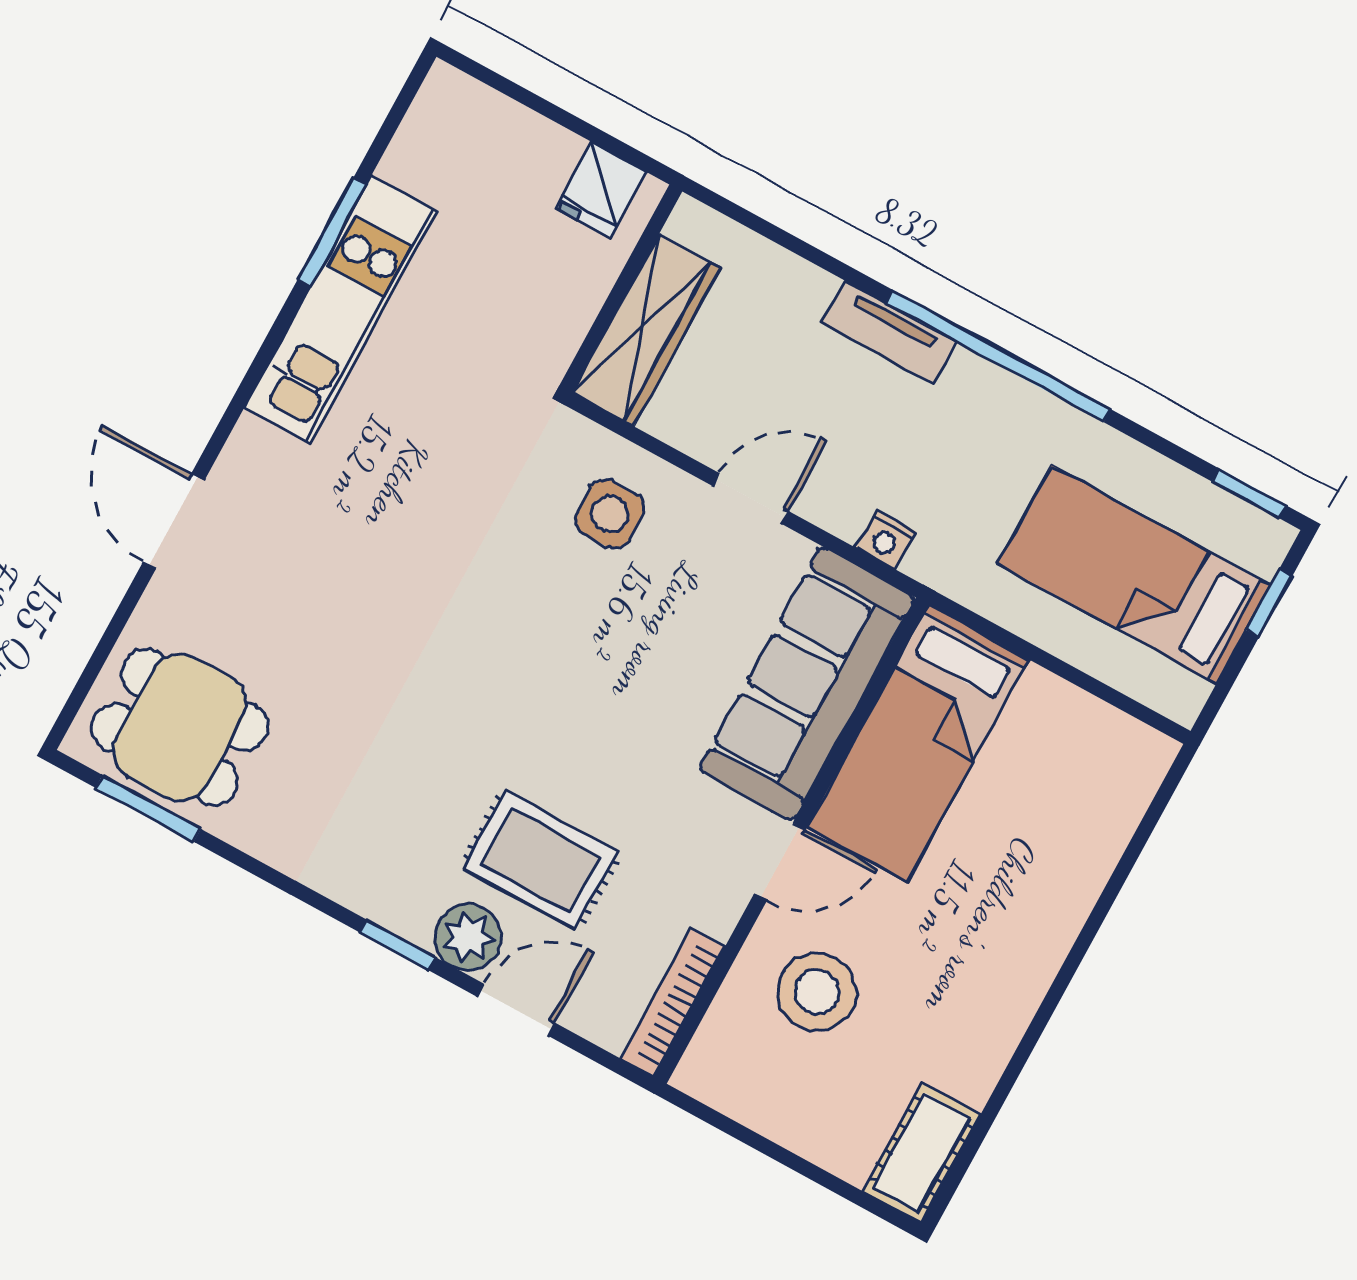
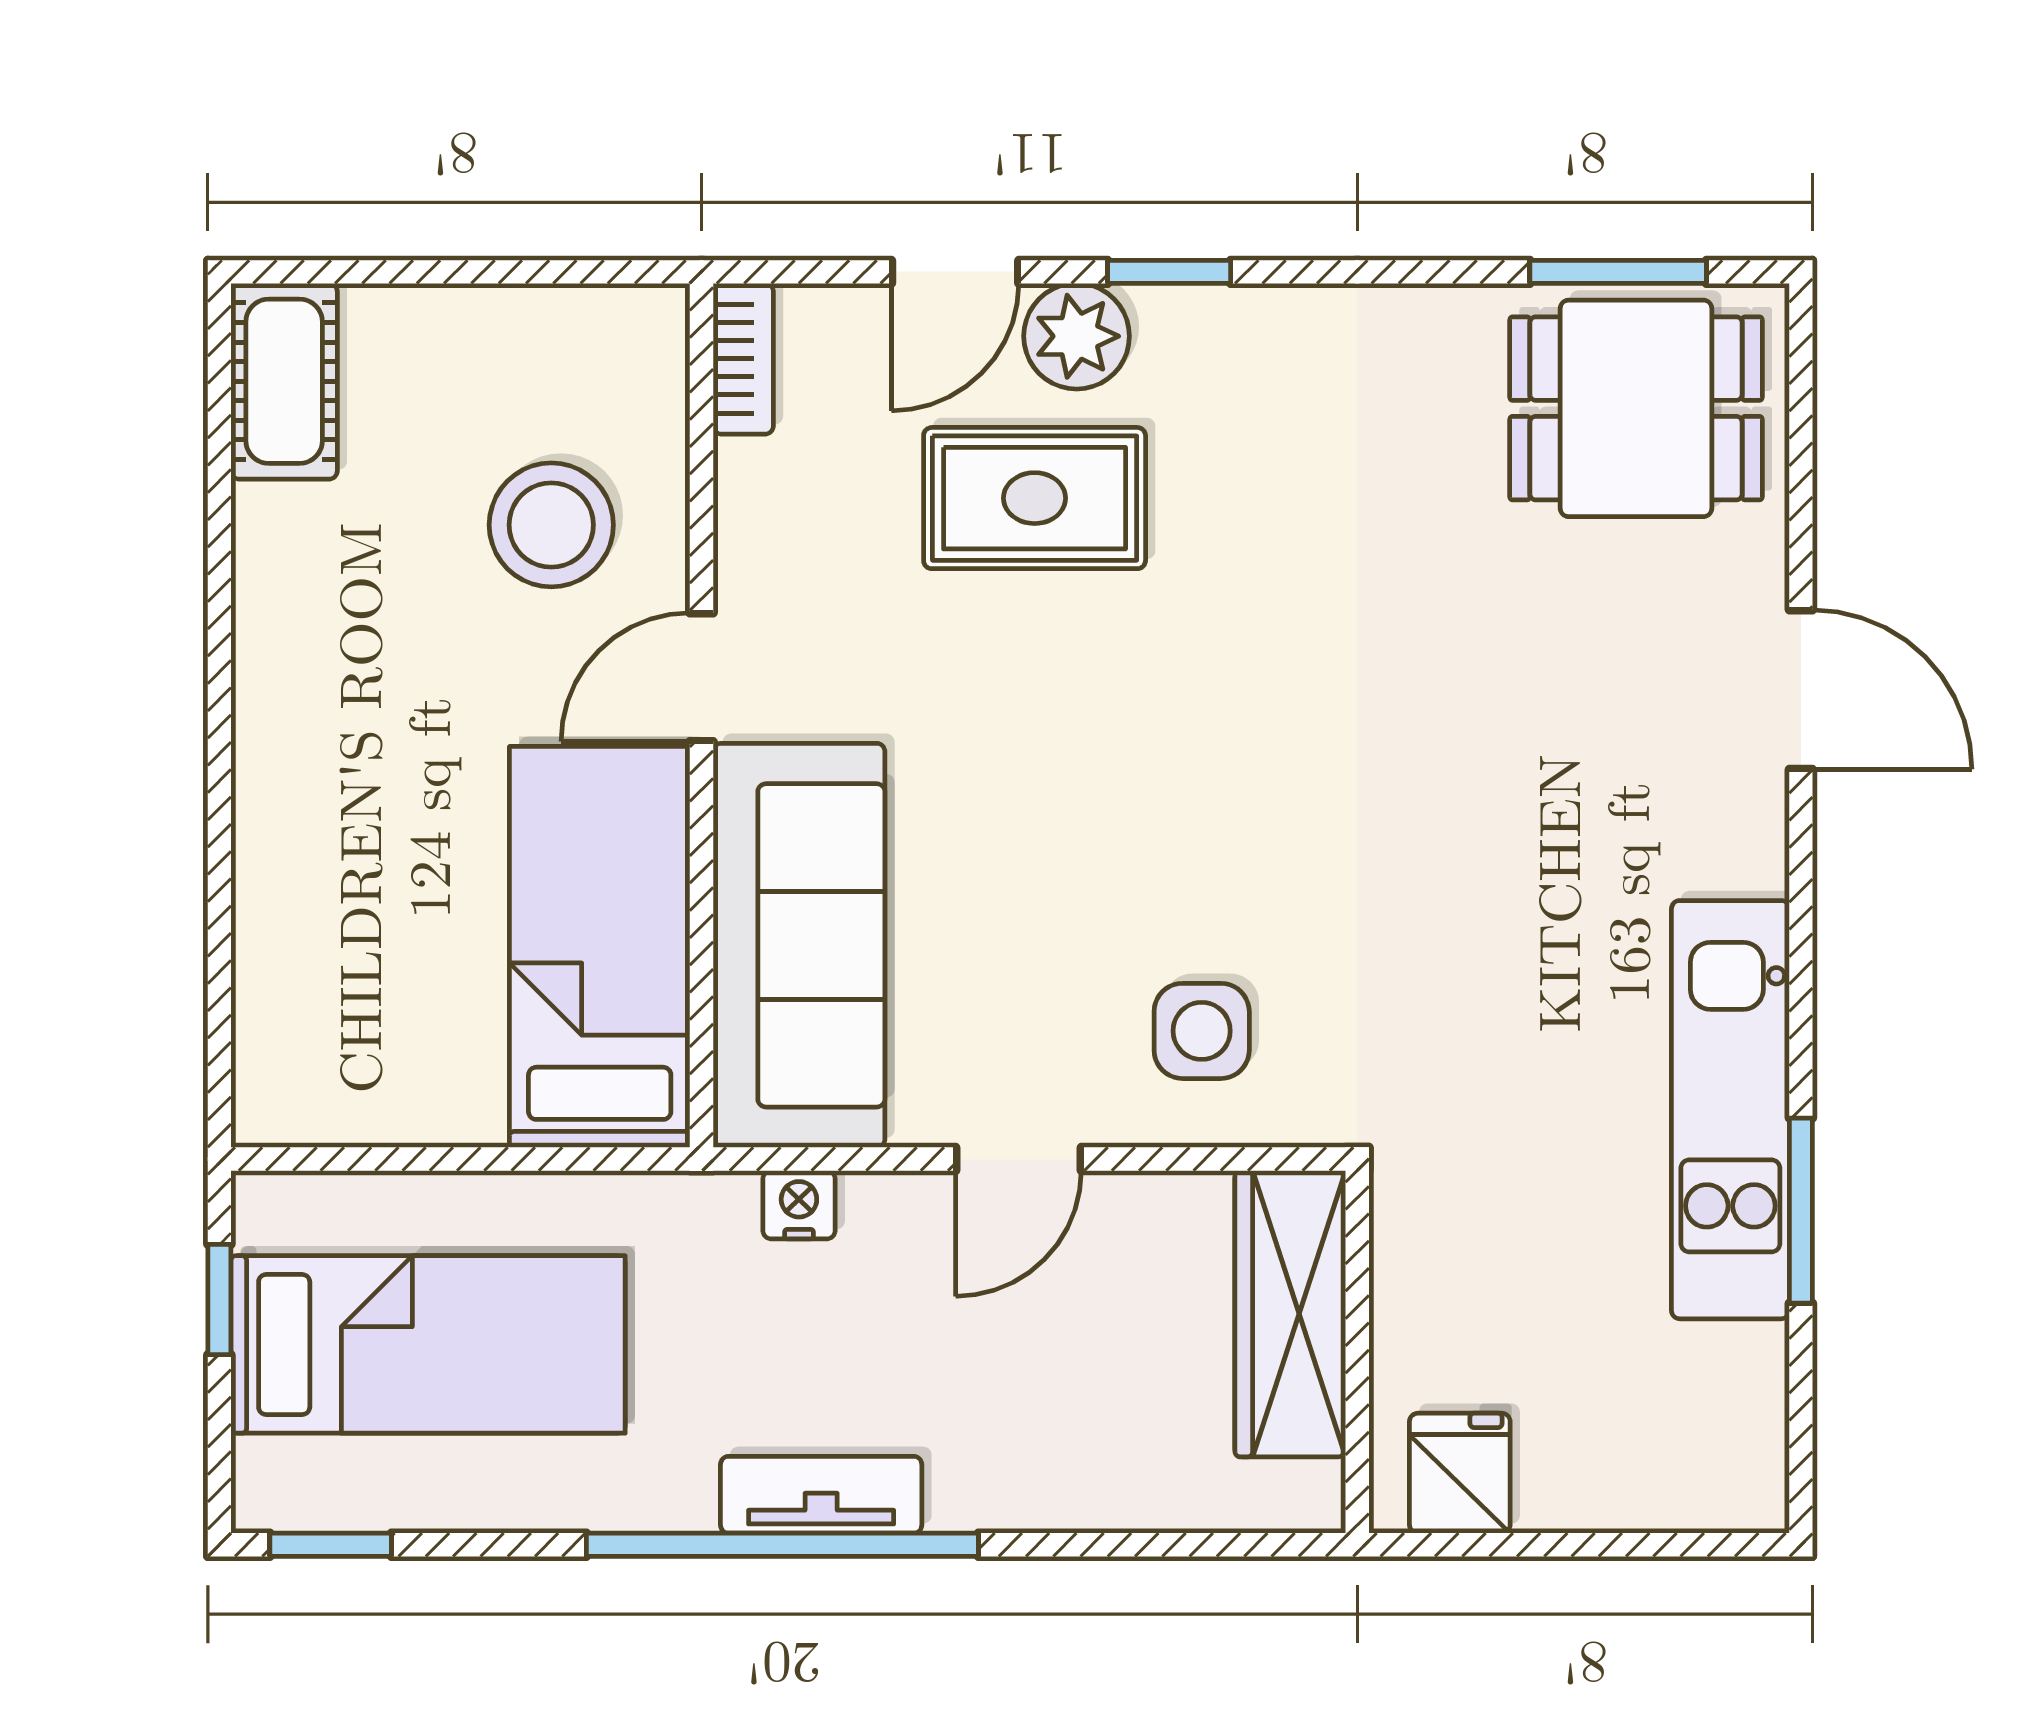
tv unit: (889, 332) -> (821, 1495), moved
window: (1269, 603) -> (219, 1299), moved
bookcase: (673, 1002) -> (743, 359), width x0.64

